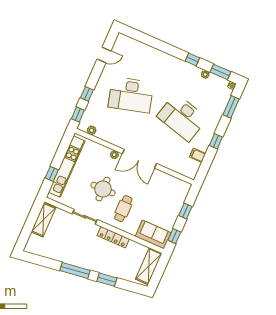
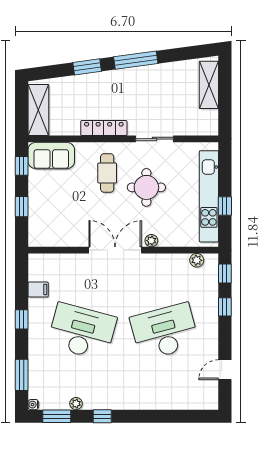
window: (52, 174) -> (225, 206), moved
shelving: (43, 220) -> (209, 85), moved

